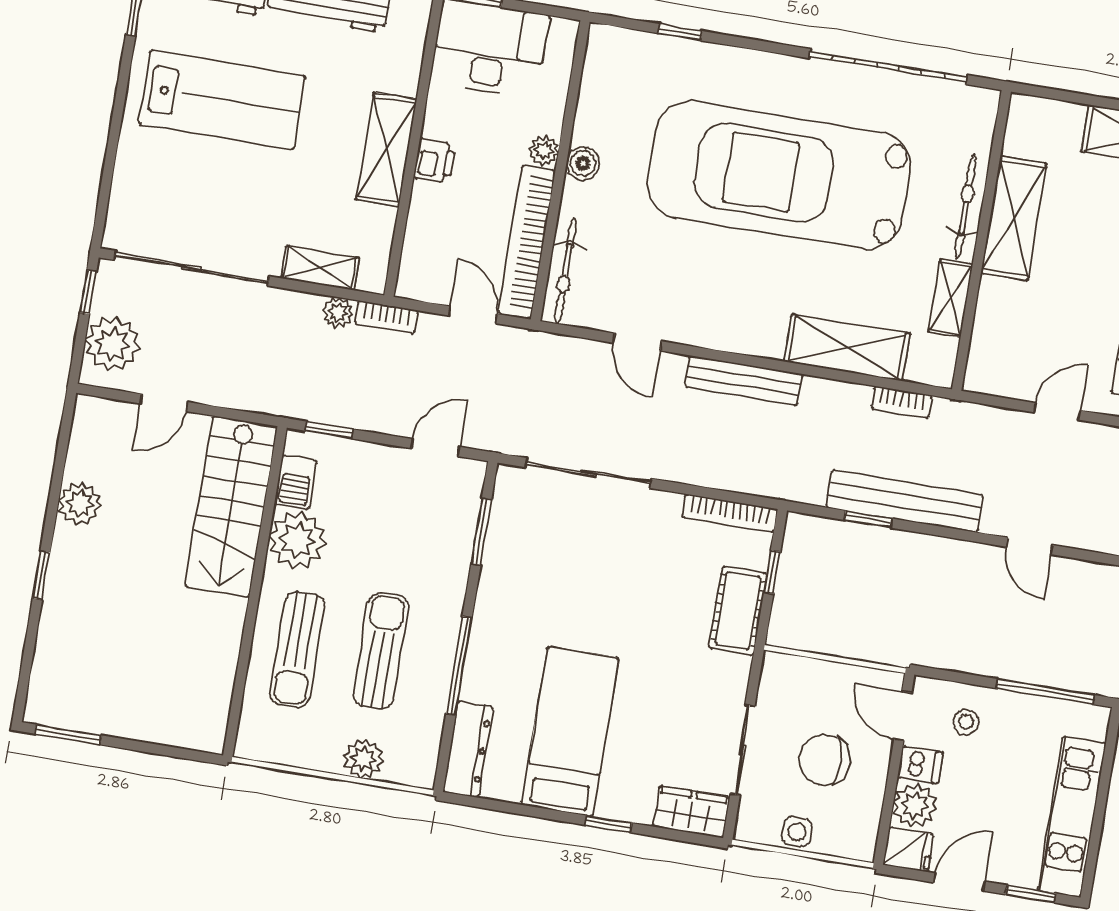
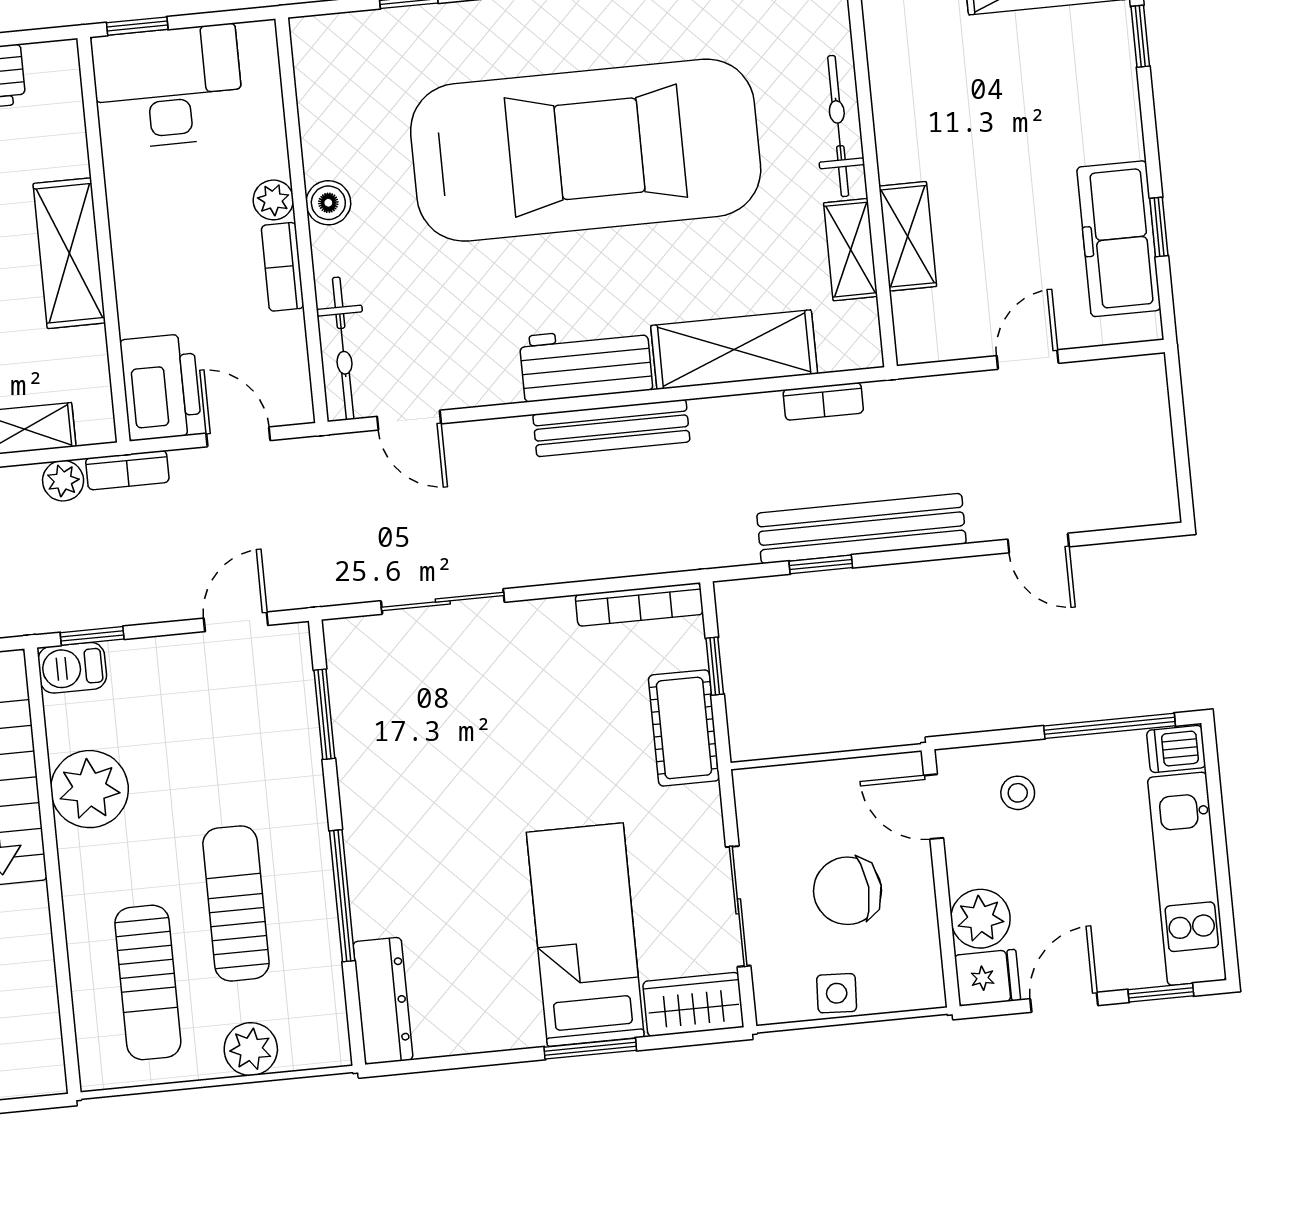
printer: (435, 161) -> (161, 387), moved, width x1.87, depth x1.48
car: (779, 175) -> (586, 150), turned 180
shelving: (1014, 218) -> (908, 236), moved, width x0.67, depth x0.75
bookcase: (527, 242) -> (283, 267), width x0.43, depth x0.76
workbench: (738, 329) -> (586, 363), added
door: (637, 342) -> (409, 420), moved
sliding door: (588, 473) -> (443, 601), width x0.73
barbecue: (296, 482) -> (72, 668), moved, turned 90
sun lounger: (297, 650) -> (148, 982), moved
bed: (570, 731) -> (585, 935), moved
dishwasher: (920, 765) -> (1176, 749), moved, turned 180
window: (608, 824) -> (590, 1049), width x1.50

